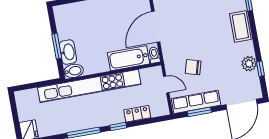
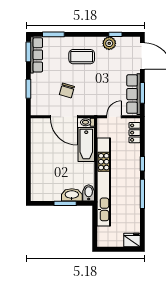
coffee table: (240, 26) -> (82, 57), moved
chair: (193, 67) -> (67, 90), moved
locker: (137, 114) -> (135, 133), moved

